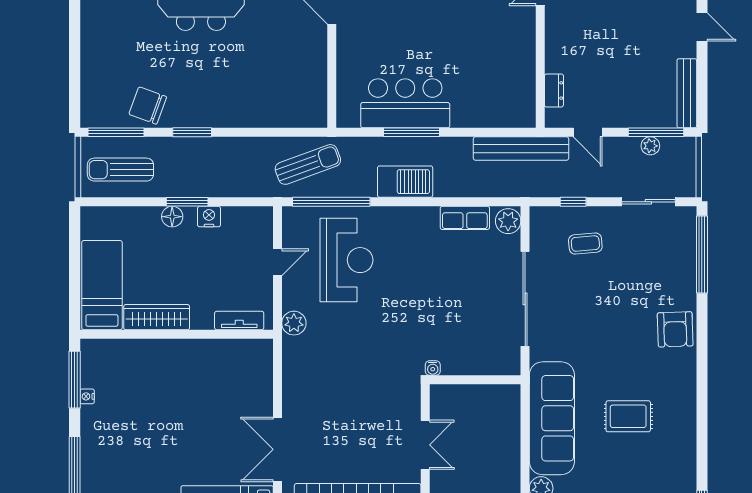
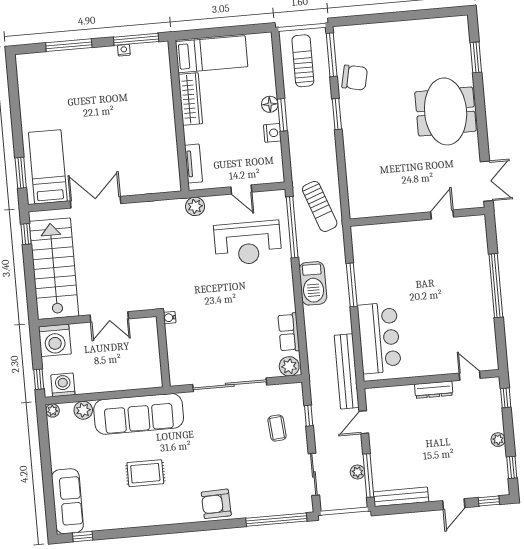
dresser: (554, 90) -> (434, 390), moved, width x1.44
bar counter: (405, 103) -> (379, 338), moved
chair: (148, 106) -> (355, 78), turned 82
rug: (628, 416) -> (145, 473), turned 90

